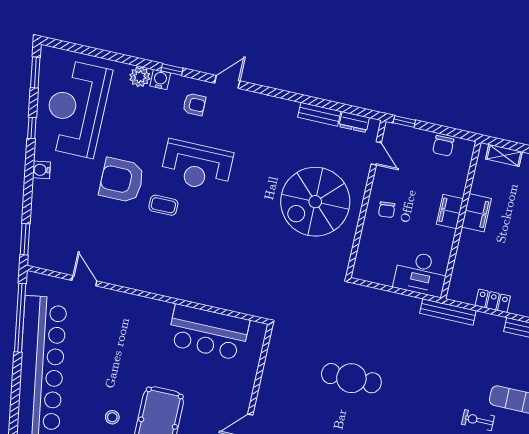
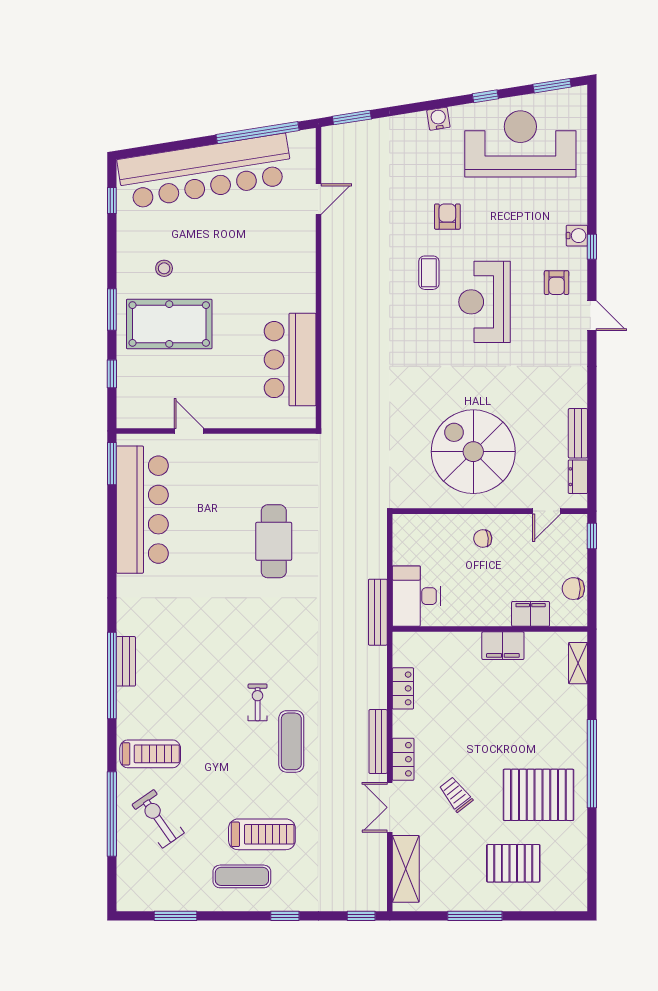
plant: (140, 77) -> (575, 211), removed
armchair: (122, 180) -> (447, 217), width x0.53, depth x0.53
filing cabinet: (450, 211) -> (531, 614), moved
bench: (448, 312) -> (378, 612), moved

